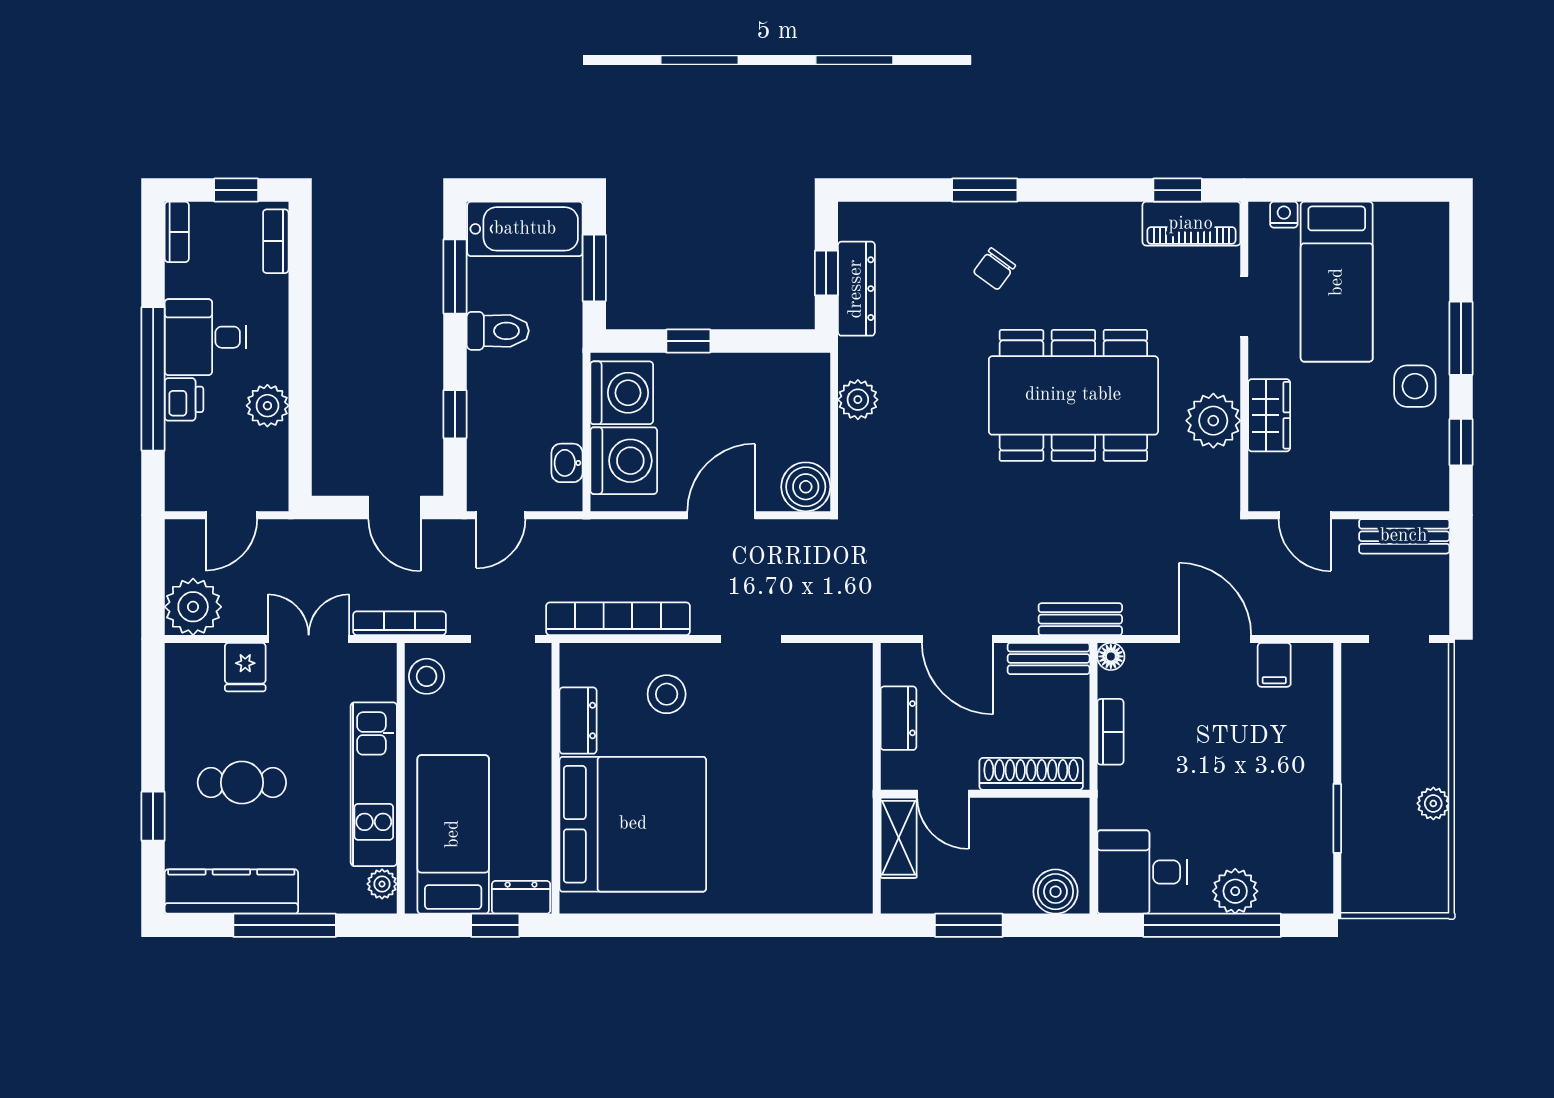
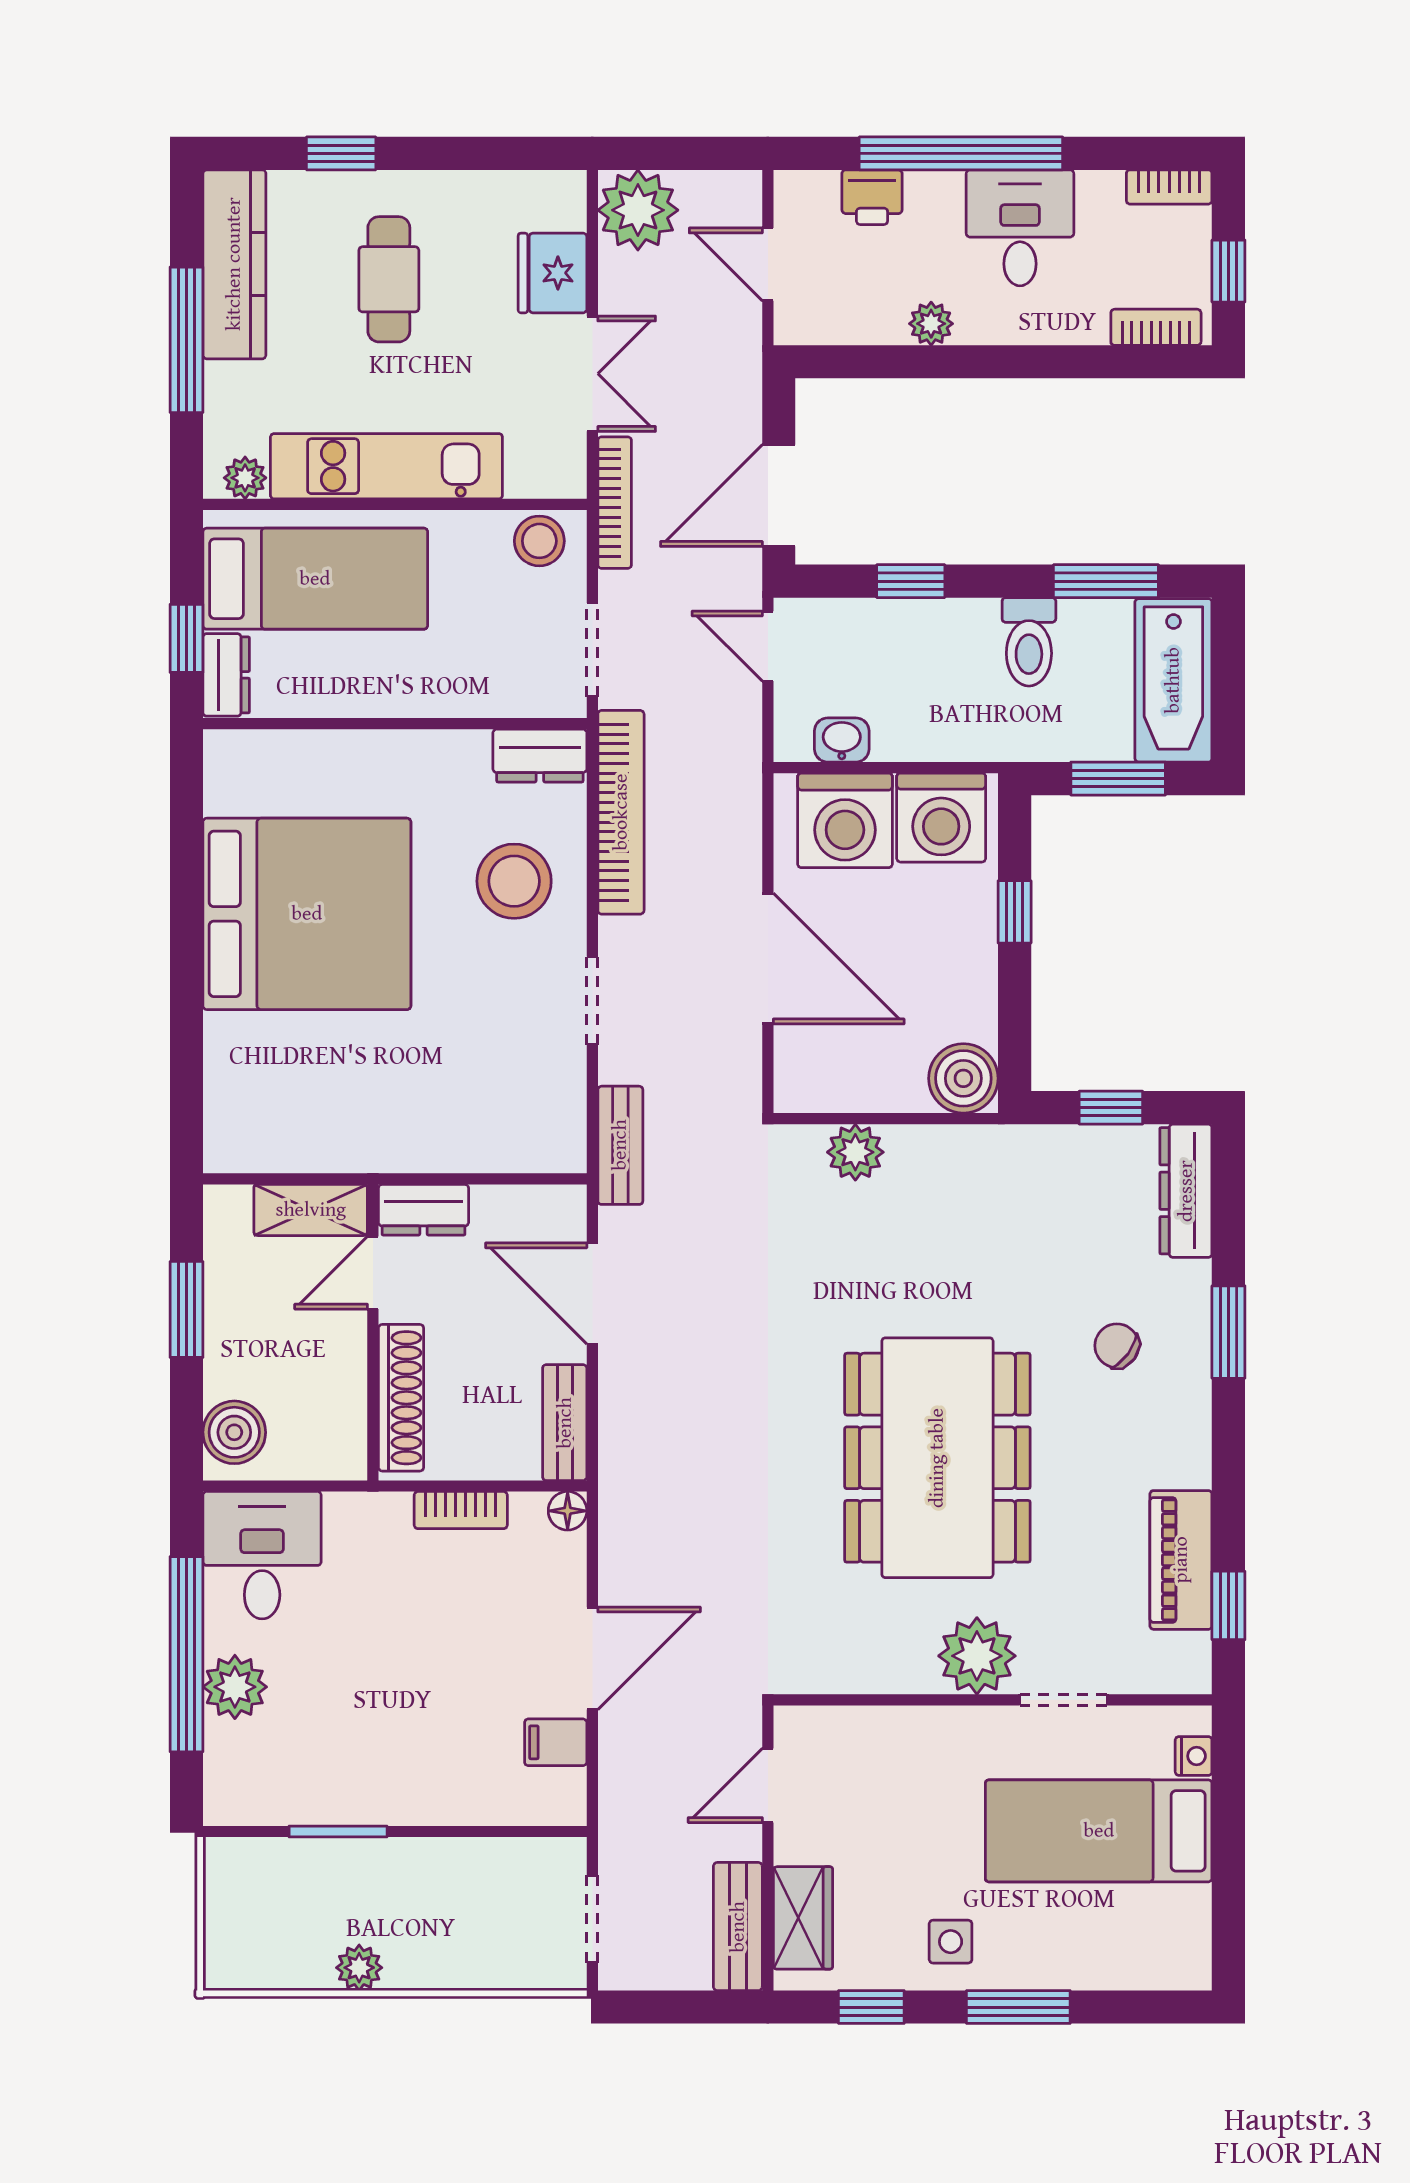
piano: (1191, 224) -> (1181, 1560), moved
dresser: (856, 289) -> (1186, 1191), moved, turned 90
side table: (1415, 386) -> (951, 1942), width x0.73, depth x0.73
printer: (184, 399) -> (872, 197), moved
plant: (858, 400) -> (855, 1152), moved
plant: (267, 406) -> (931, 324), width x0.73, depth x0.73
wardrobe: (1269, 415) -> (803, 1918), moved, turned -90
plant: (1213, 421) -> (977, 1656), moved
boiler: (806, 487) -> (963, 1078), moved
door: (394, 507) -> (779, 496), width x1.38
door: (721, 515) -> (768, 958), width x1.36
bench: (1080, 619) -> (620, 1145), moved
door: (958, 639) -> (592, 1294), hinge flipped
fridge: (245, 667) -> (552, 273), width x1.38
stool: (667, 694) -> (514, 881), width x1.38, depth x1.38
dresser: (898, 718) -> (423, 1210), moved
dresser: (578, 721) -> (540, 756), moved
bed: (633, 824) -> (307, 914), moved, turned -90

